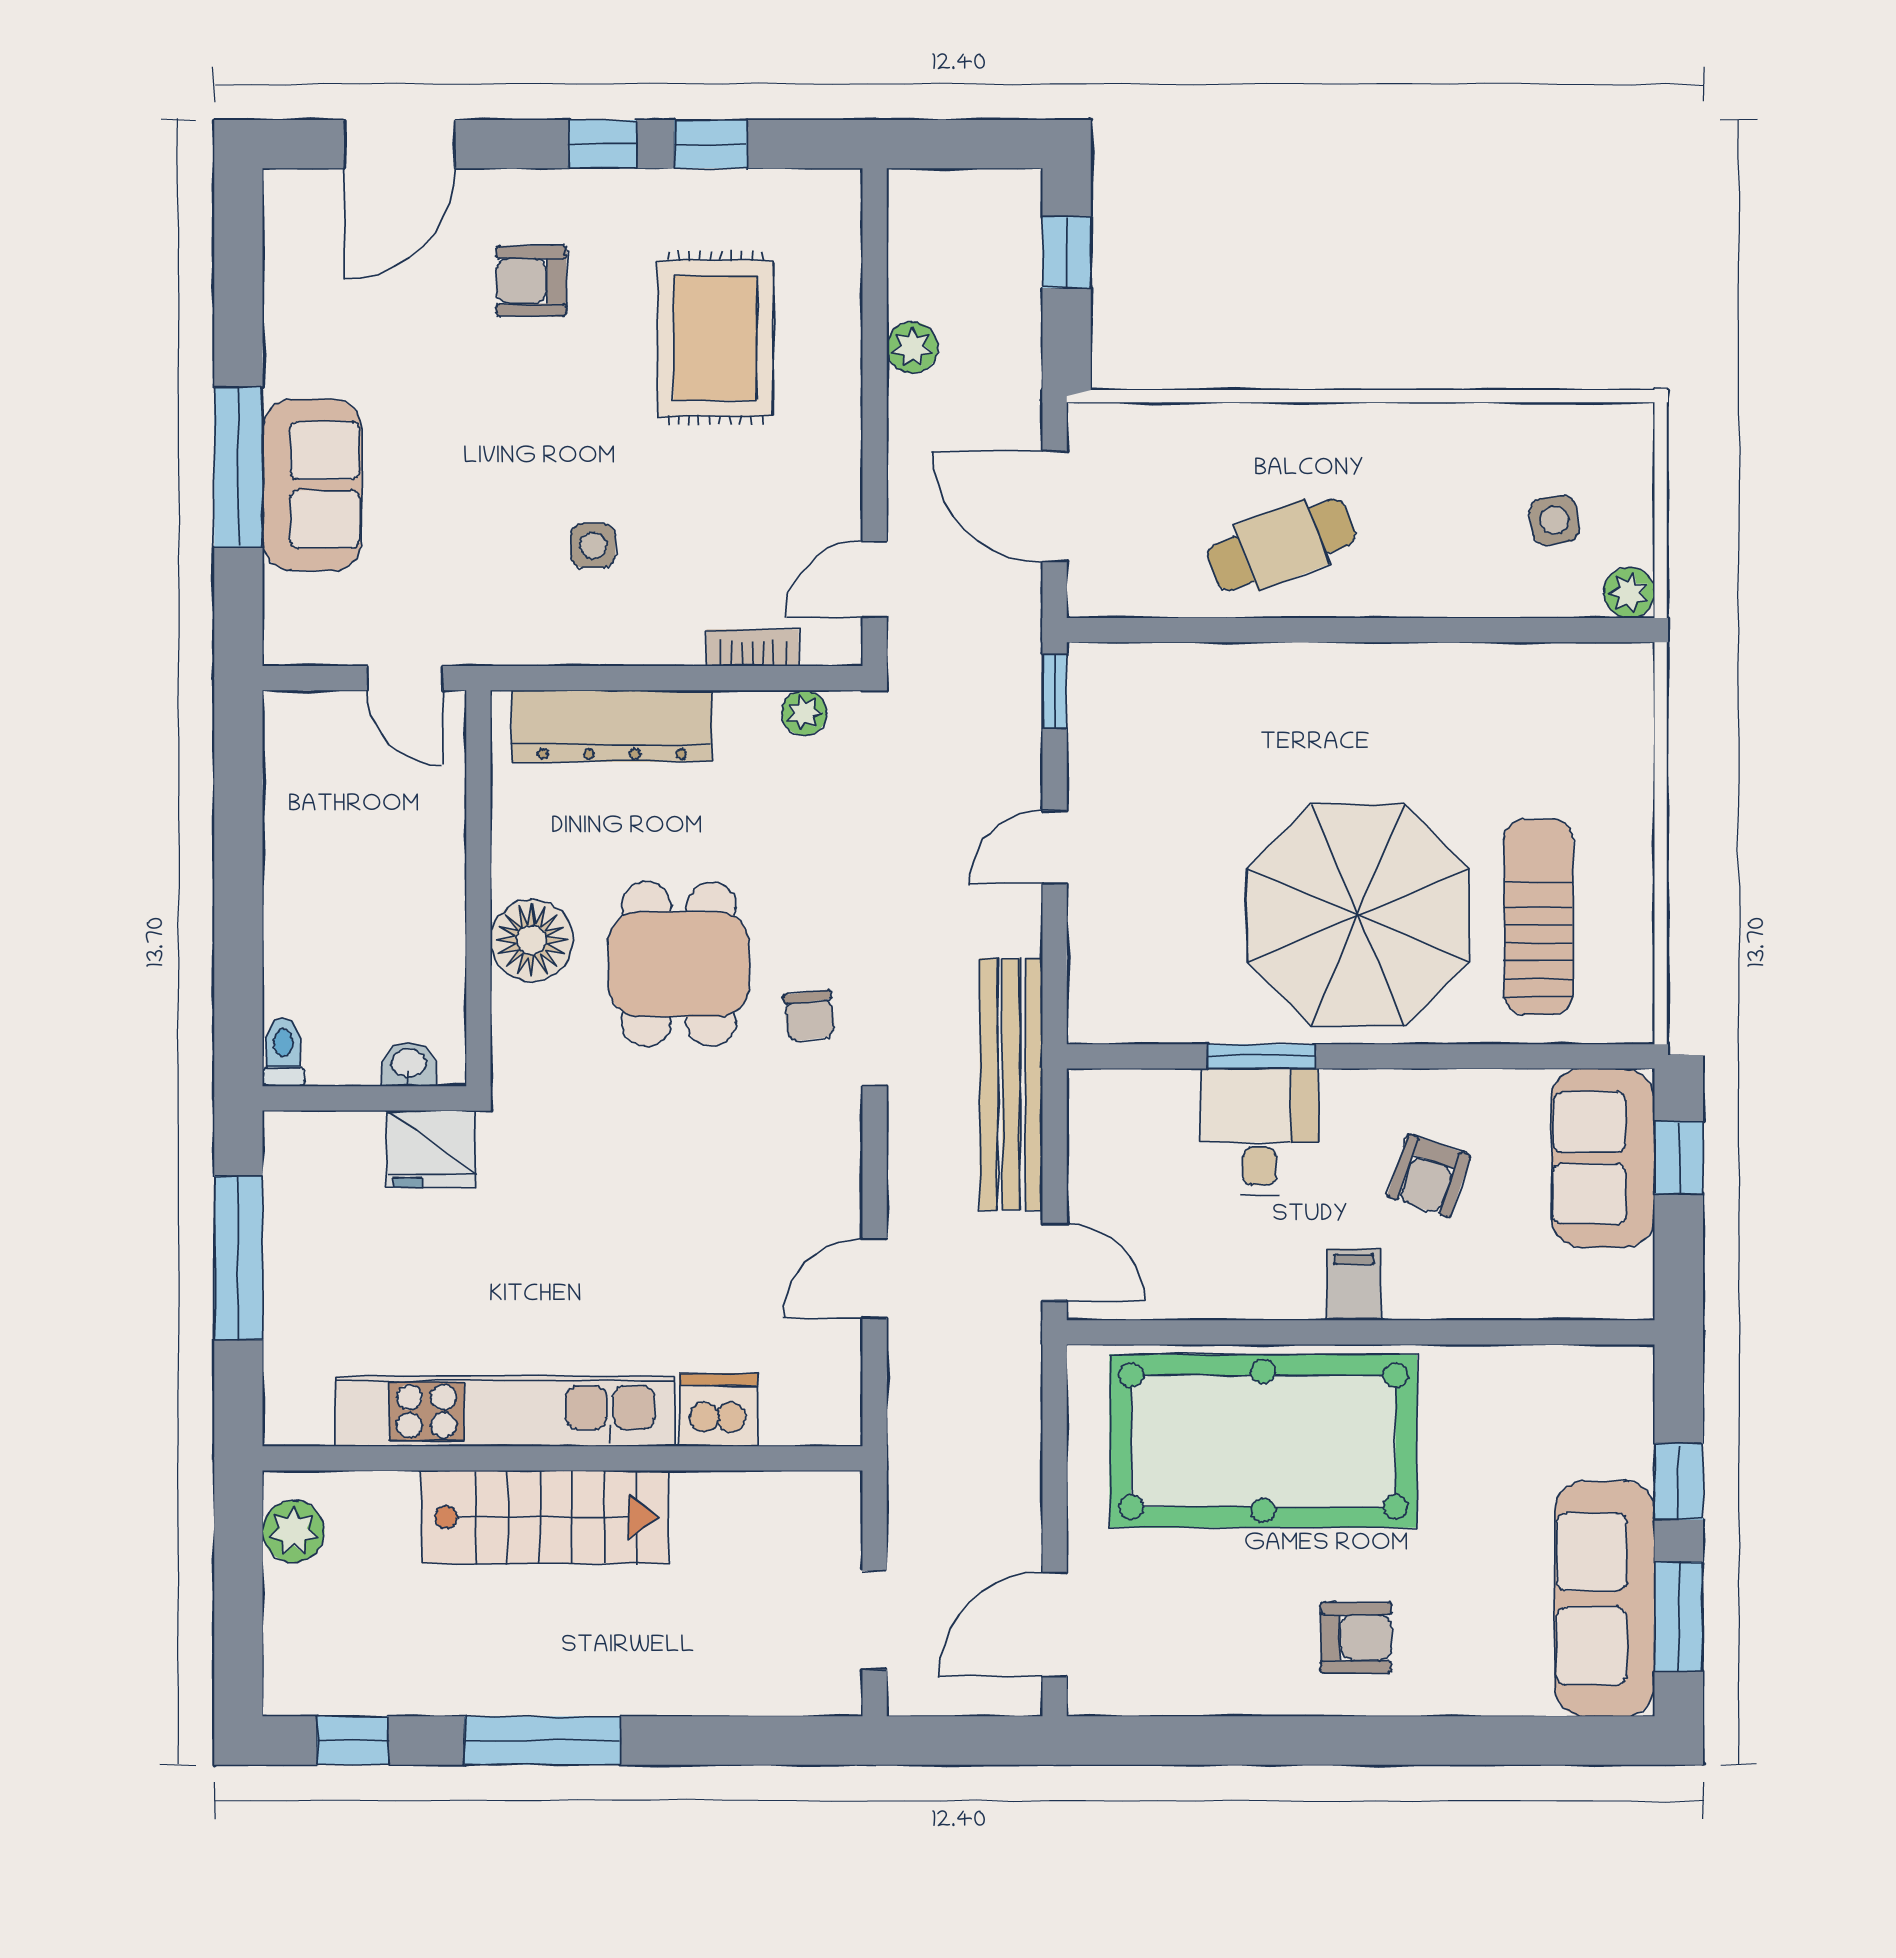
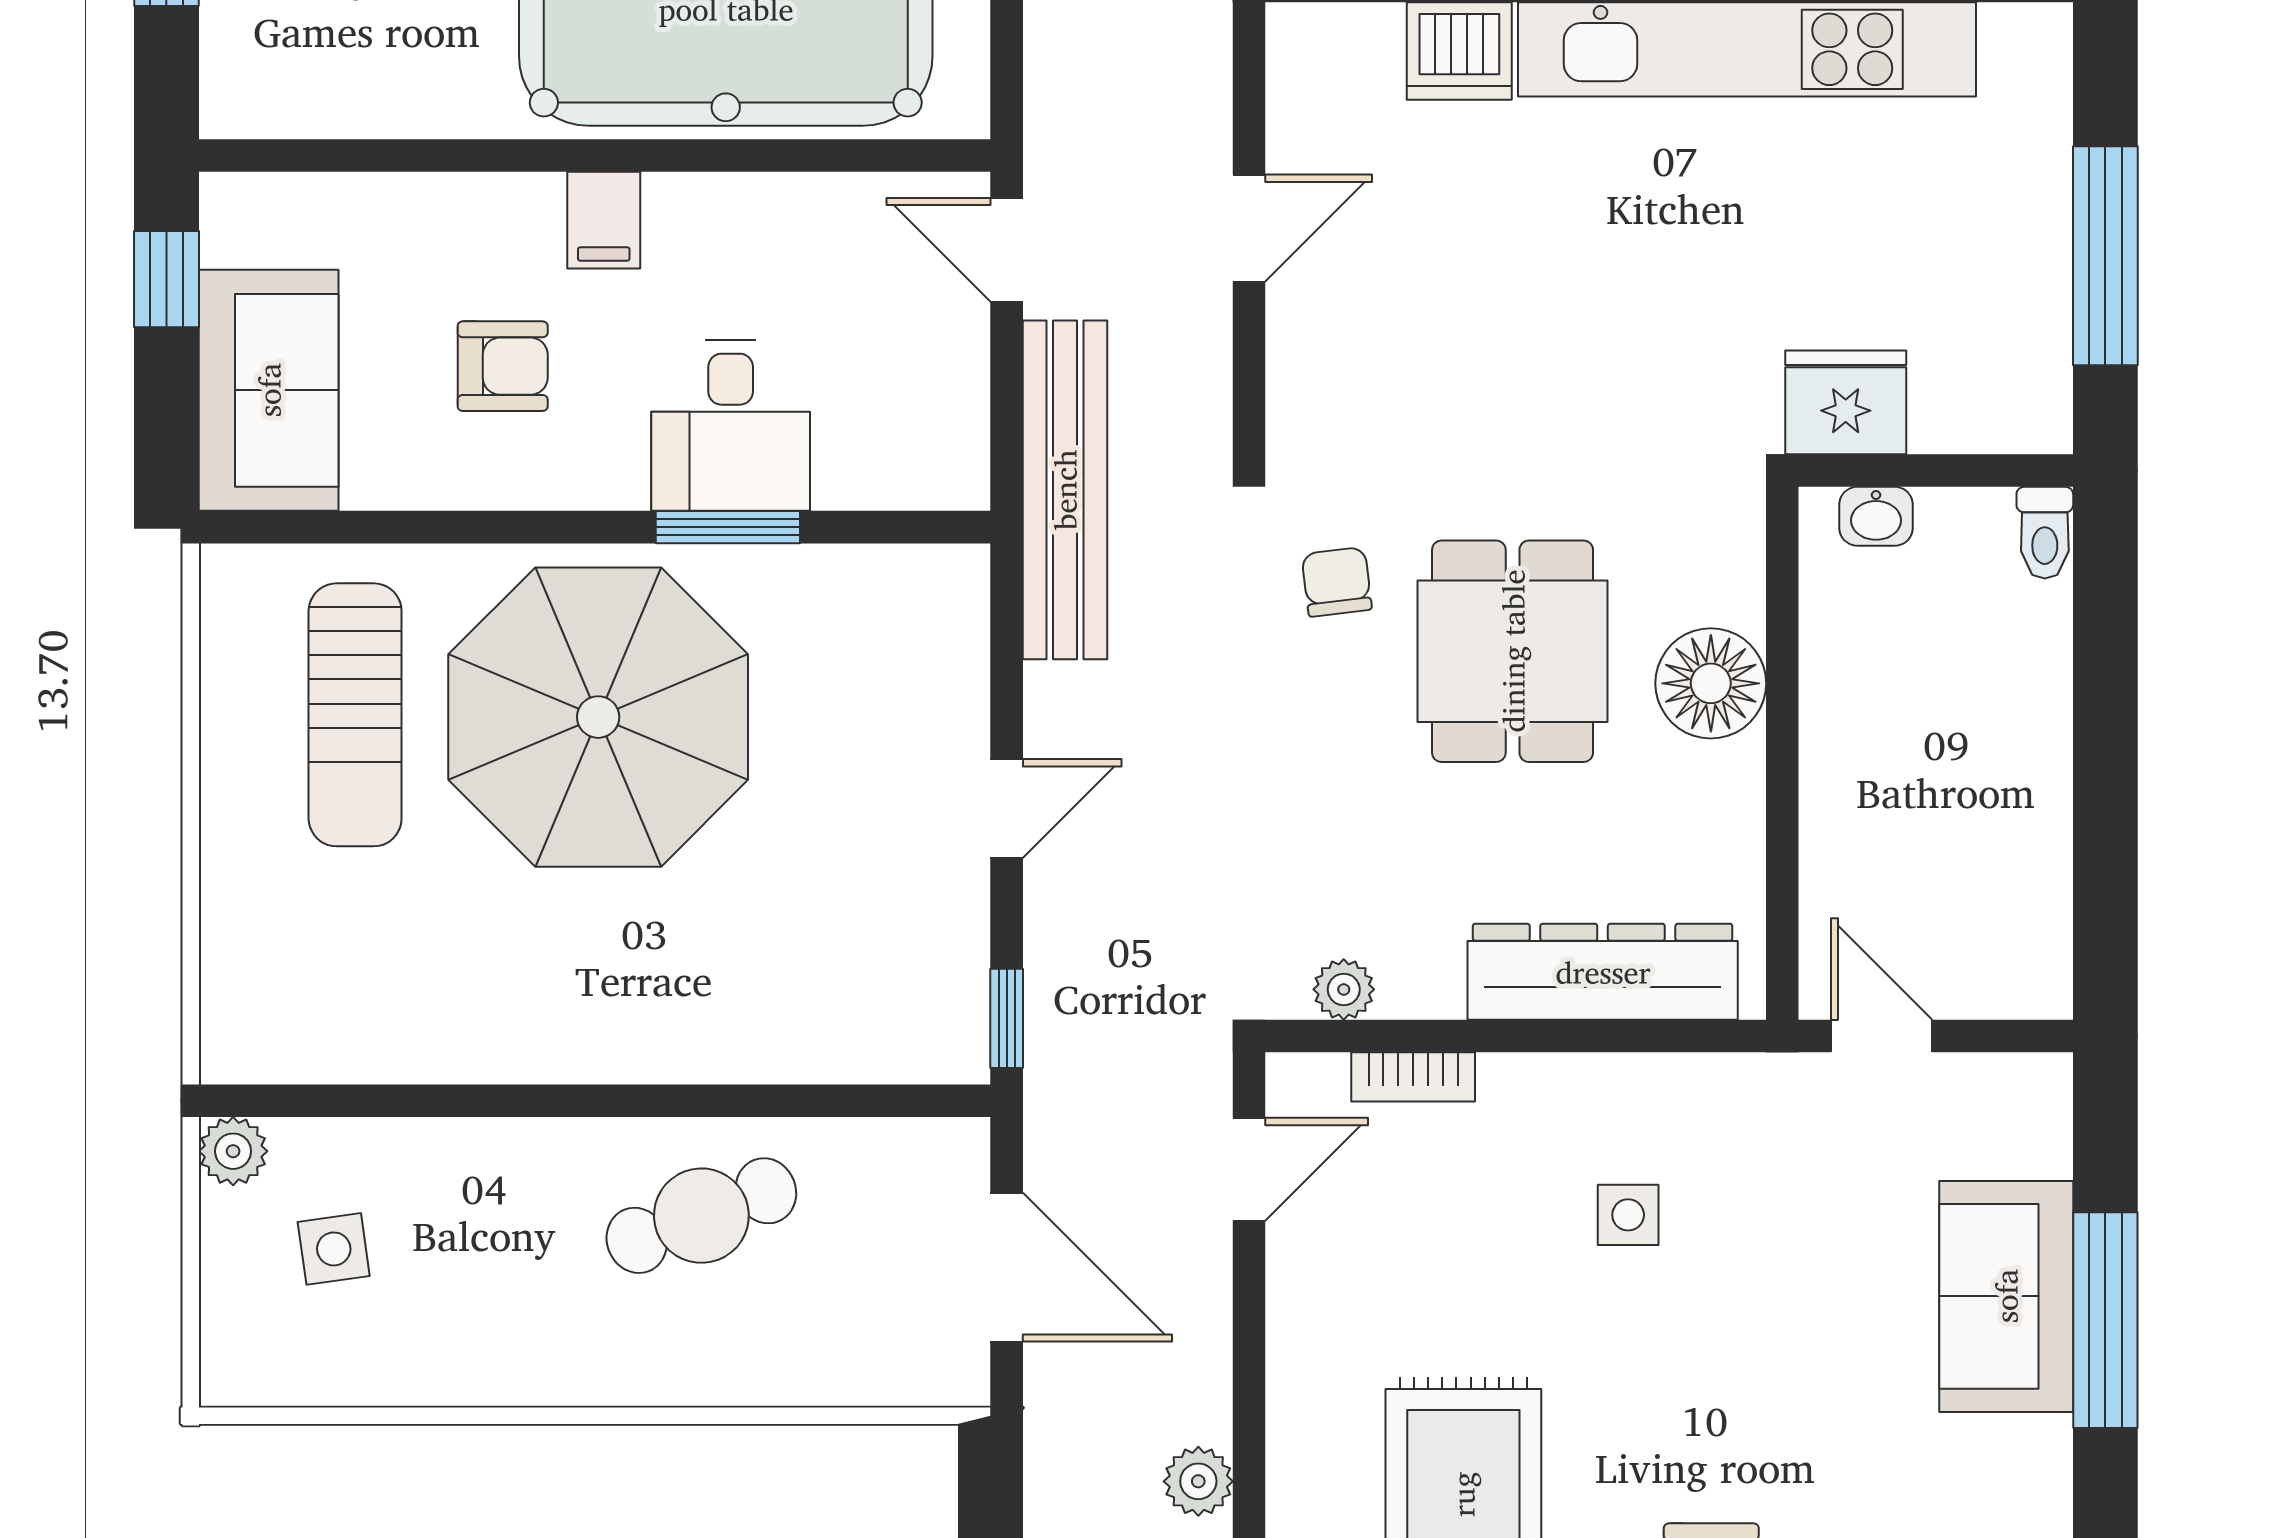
window: (1679, 1157) -> (166, 279), moved
armchair: (1429, 1176) -> (503, 366), turned 71

